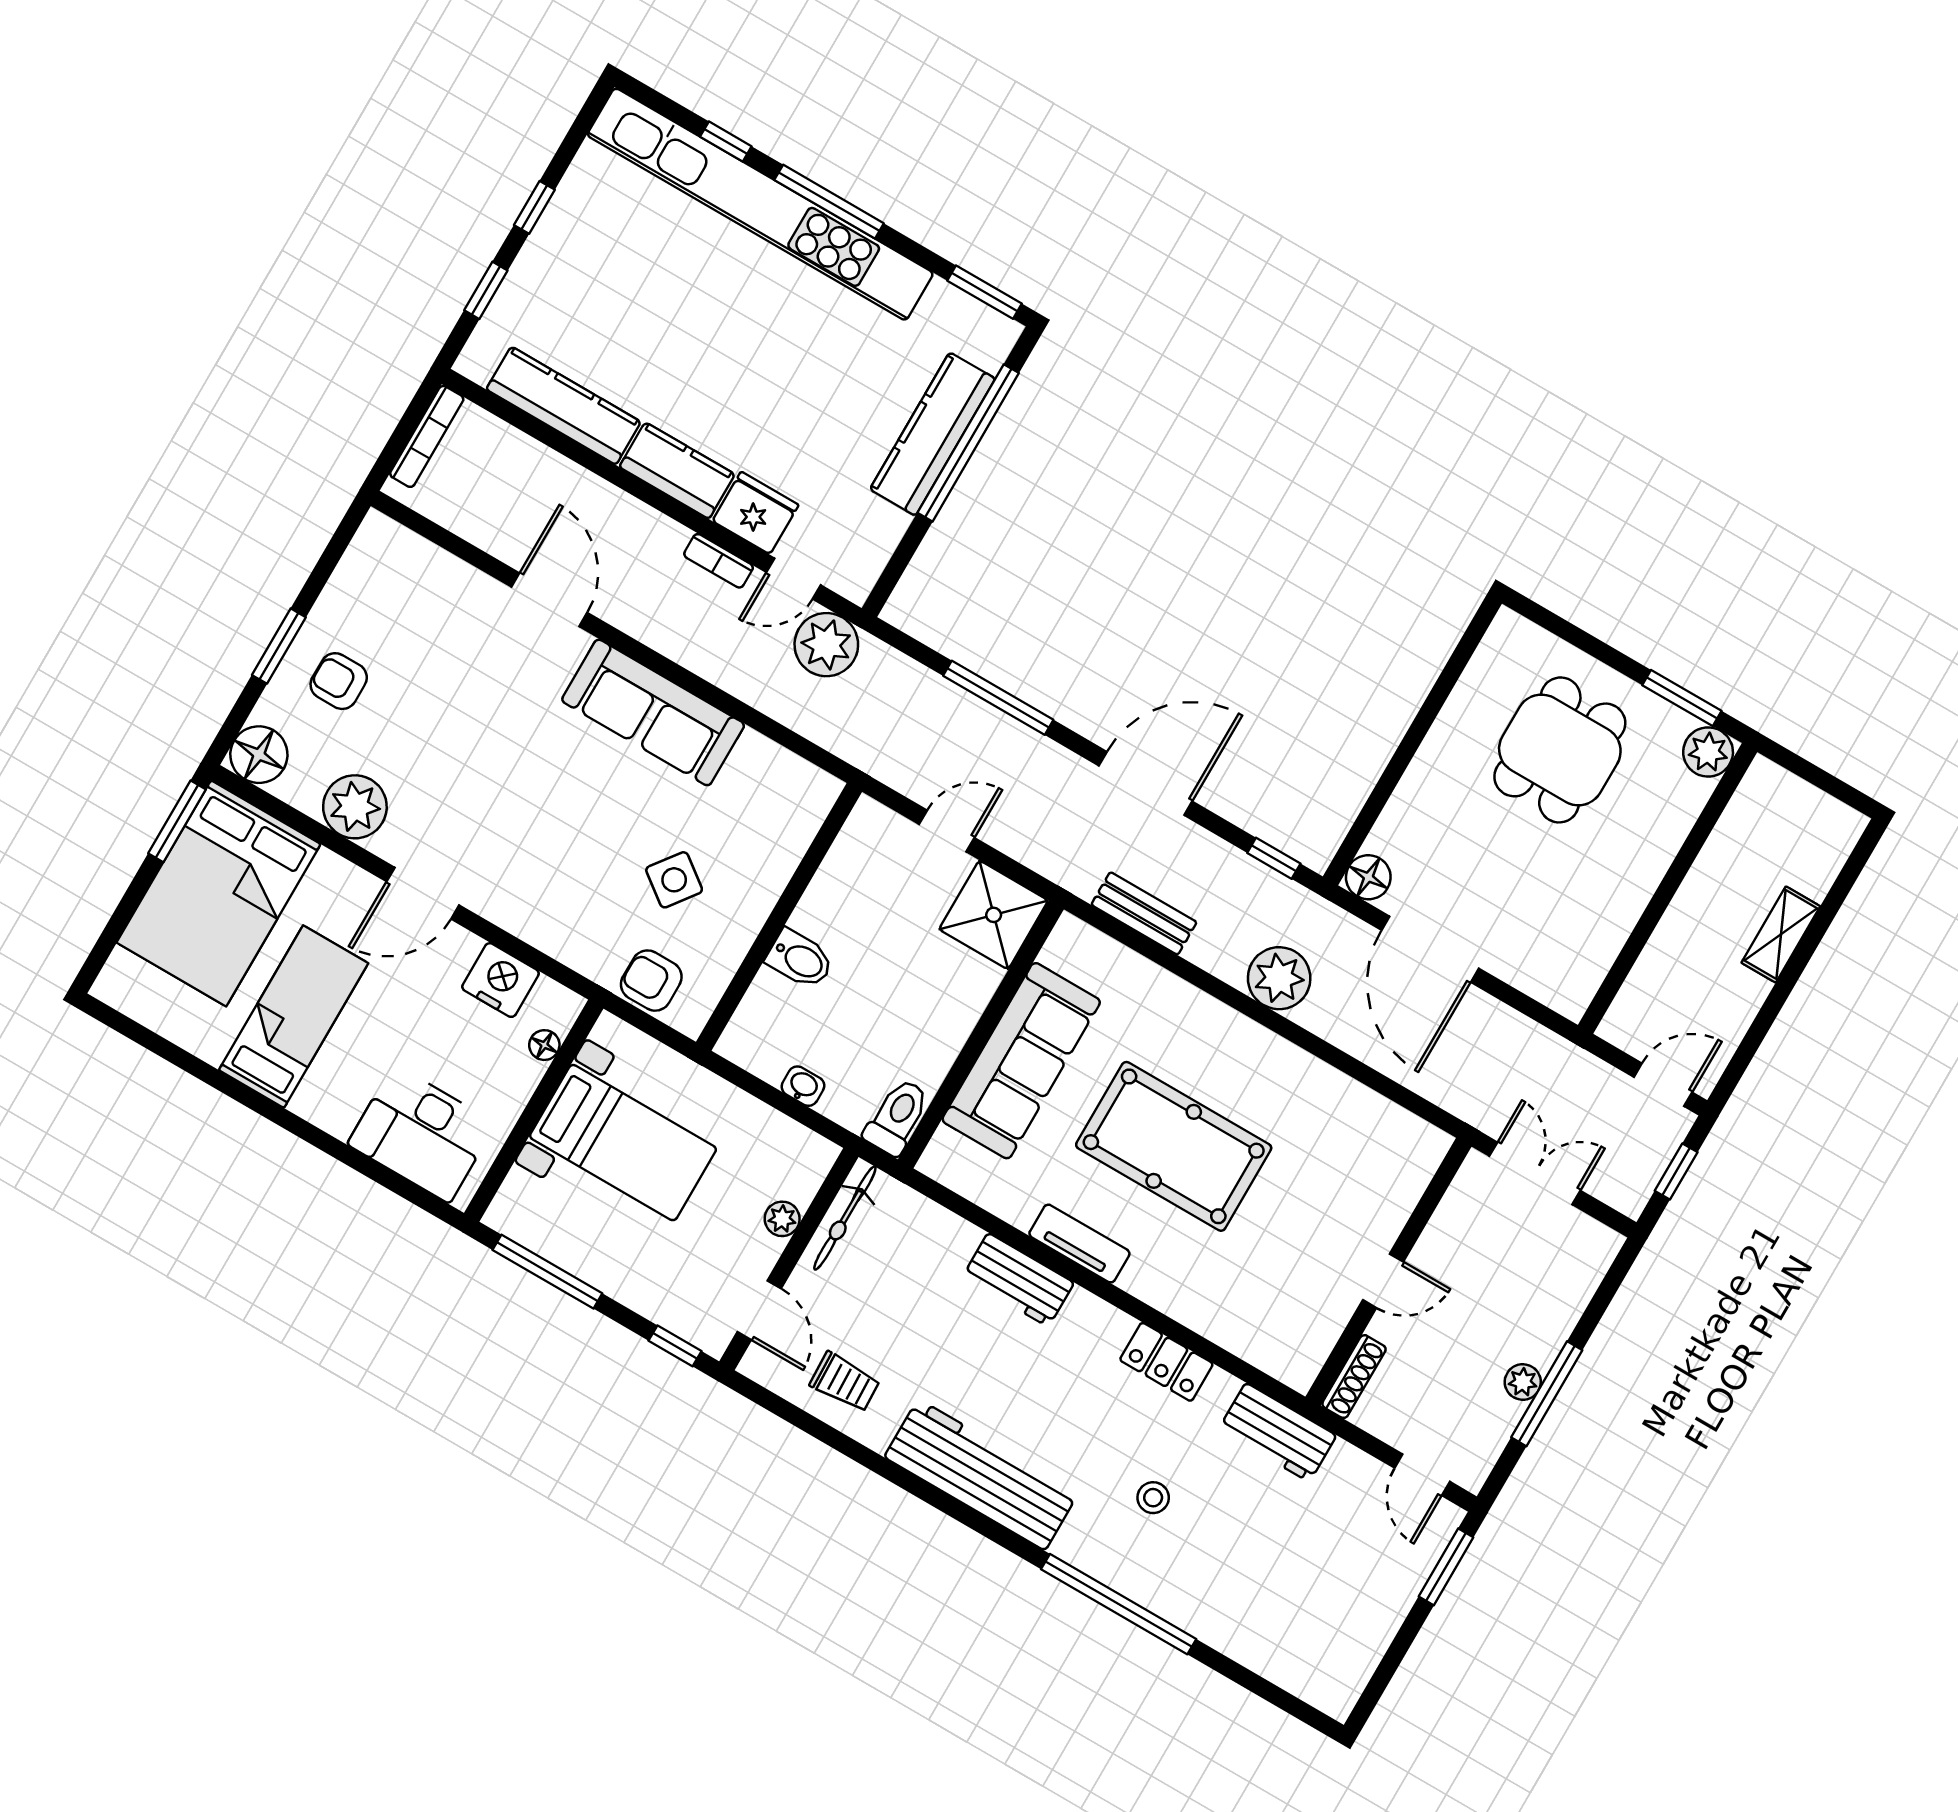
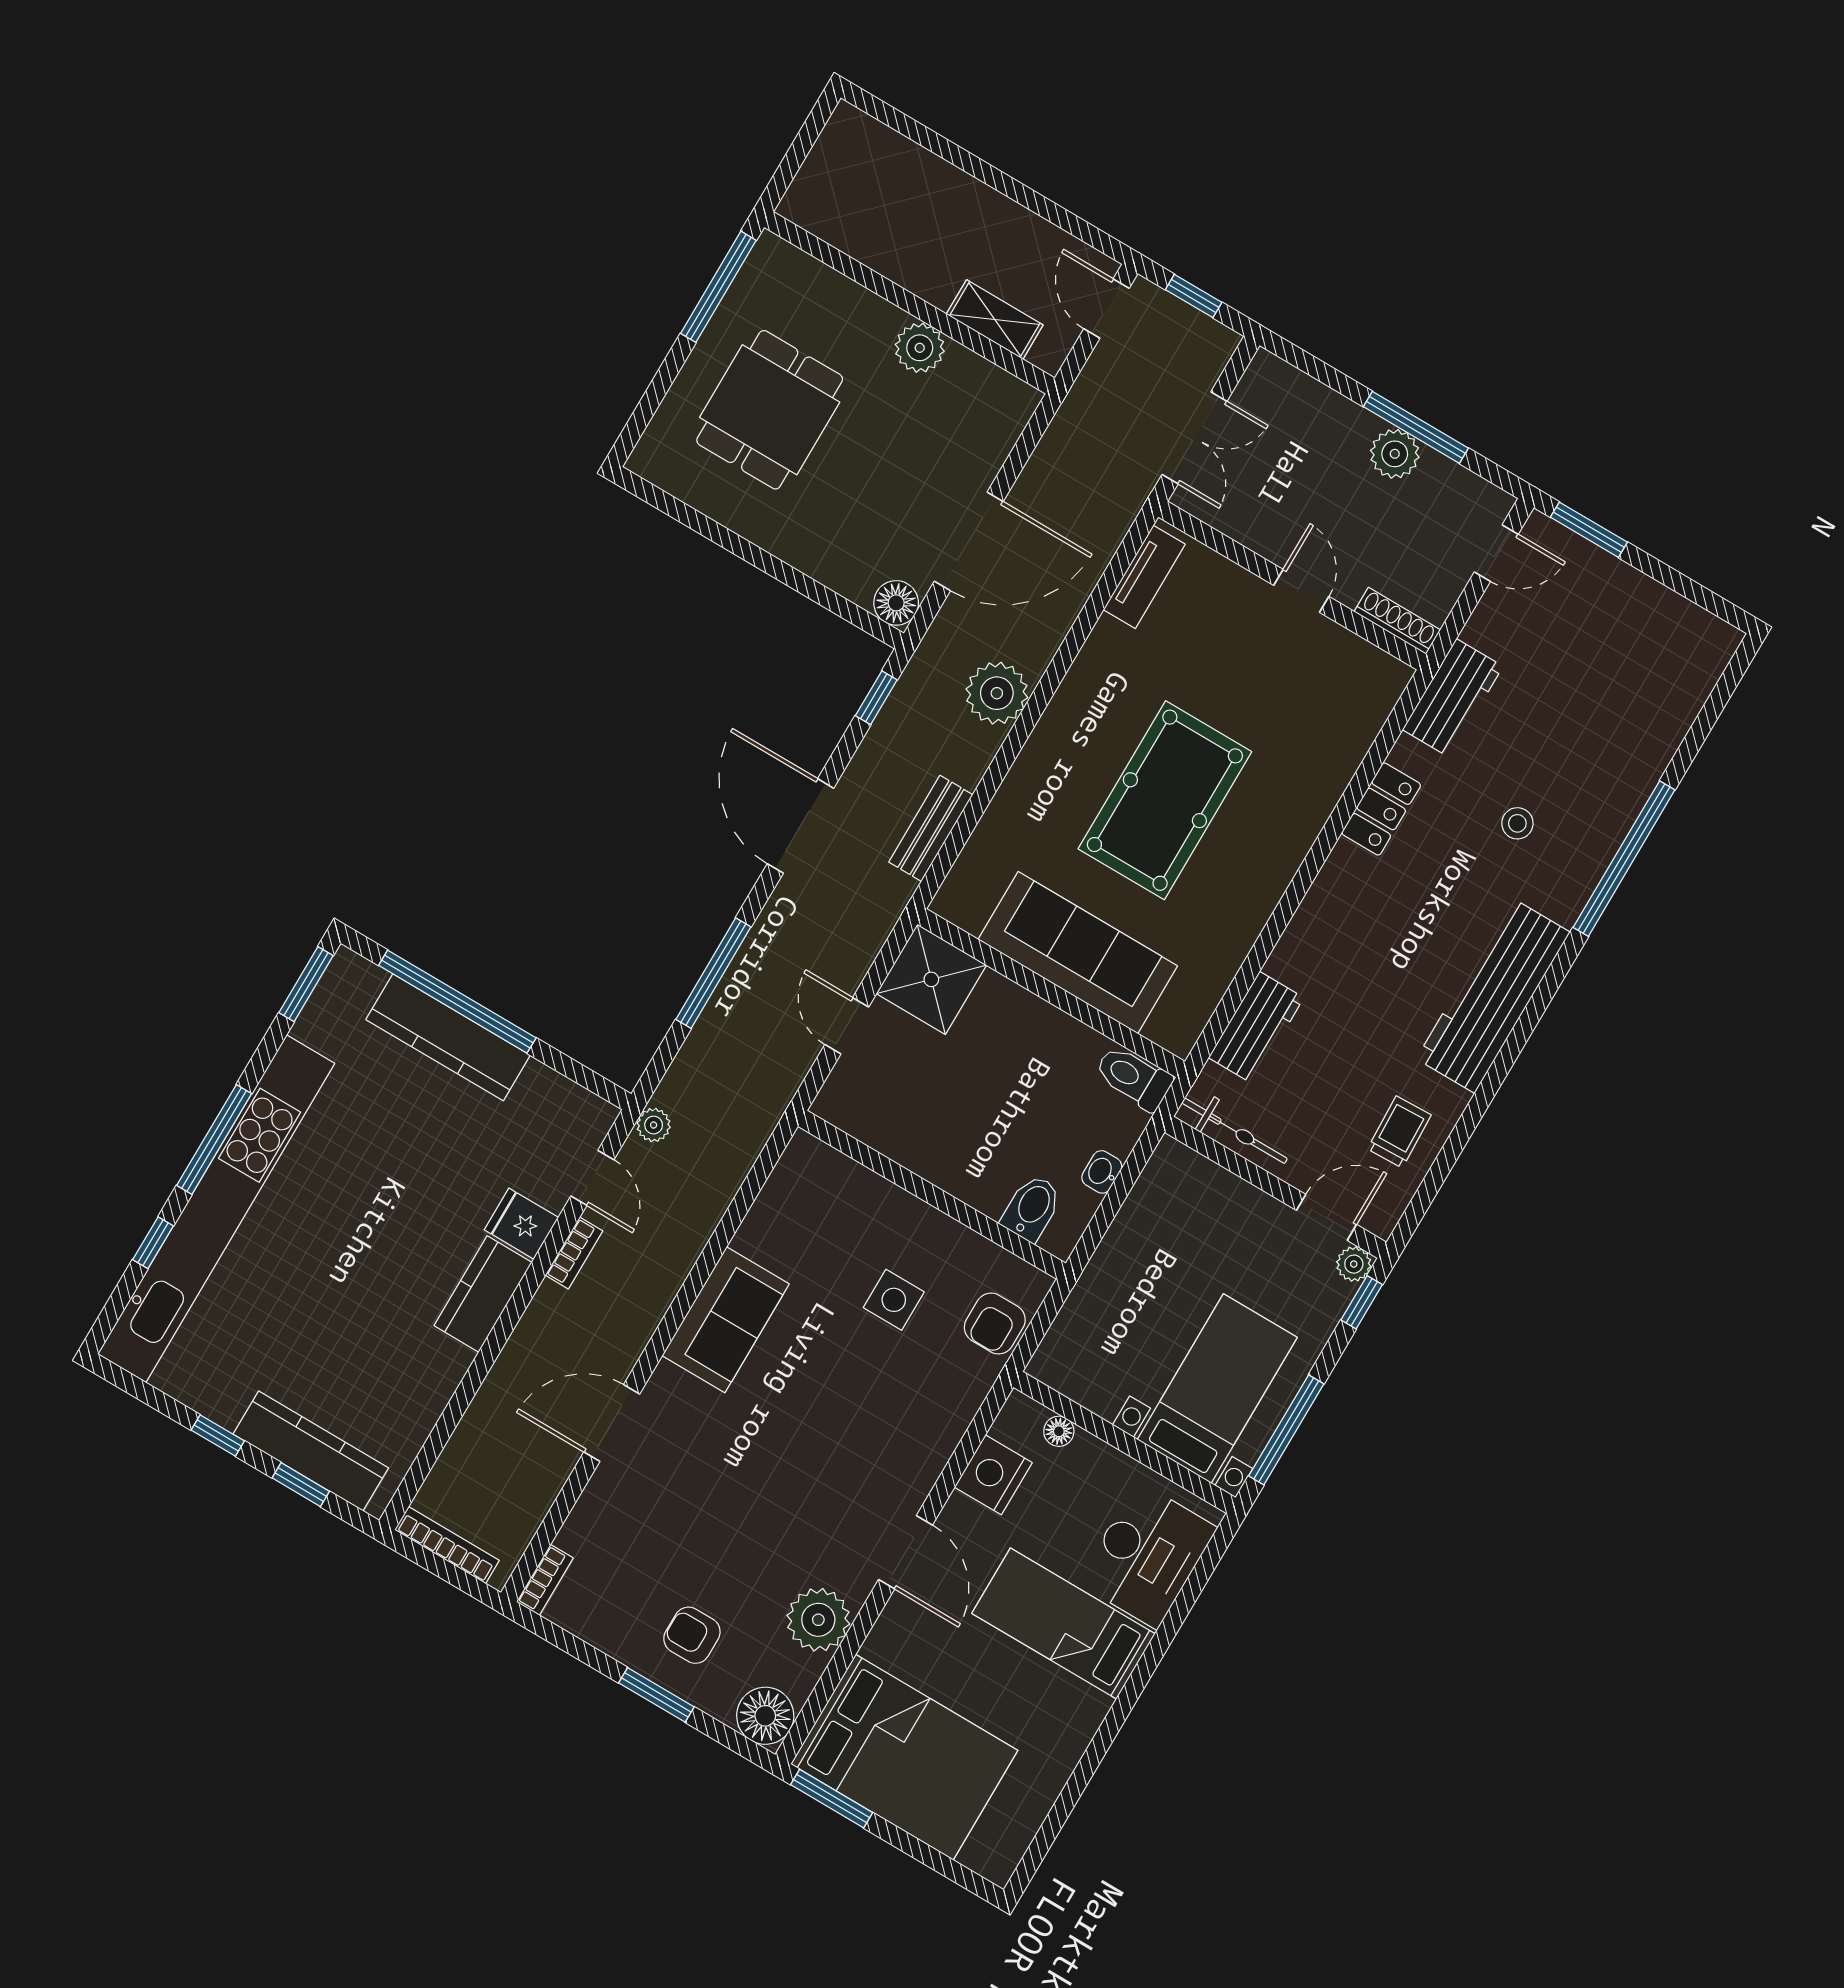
kitchen counter: (564, 406) -> (311, 1451), moved, turned 90
fridge: (756, 513) -> (521, 1224), width x0.72
bookcase: (393, 534) -> (545, 1580), added
plant: (826, 645) -> (654, 1125), width x0.53, depth x0.53
armchair: (339, 681) -> (692, 1635), turned 90
window: (1682, 698) -> (718, 287), width x1.44
sofa: (653, 712) -> (726, 1320), width x0.73
dining table: (1560, 750) -> (770, 410), turned 90
plant: (1708, 752) -> (920, 348), moved
side table: (674, 880) -> (894, 1300), turned -37
shelving: (1781, 934) -> (995, 320), moved
bidet: (800, 959) -> (1032, 1208), moved
bed: (294, 1017) -> (1064, 1624), moved
bed with nightstands: (623, 1143) -> (1217, 1388), moved
double door: (1535, 1173) -> (1194, 438), swing flipped
plant: (782, 1219) -> (1354, 1264), moved
tv unit: (1079, 1244) -> (1144, 577), moved, turned 180
workbench: (1018, 1280) -> (1256, 1028), moved
plant: (1523, 1382) -> (1395, 454), width x1.38, depth x1.38

